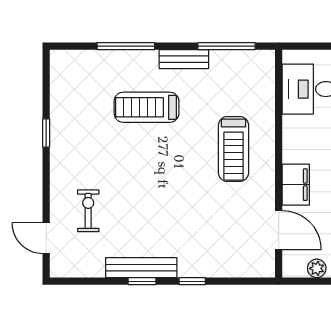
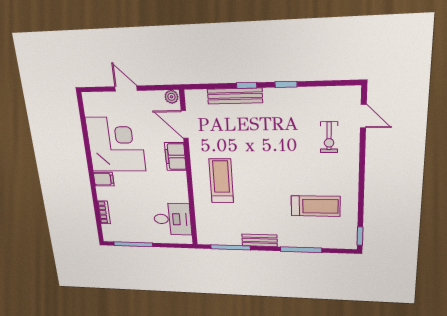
treadmill: (147, 107) -> (316, 206), moved
window: (46, 133) -> (360, 236), moved
bench: (141, 268) -> (235, 96), moved
plant: (317, 268) -> (171, 97), moved

